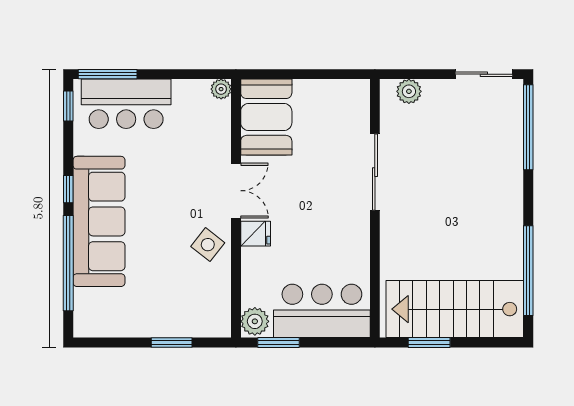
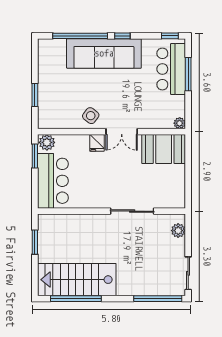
window: (108, 74) -> (188, 74), moved
stairs: (455, 309) -> (77, 280), moved, turned -90

